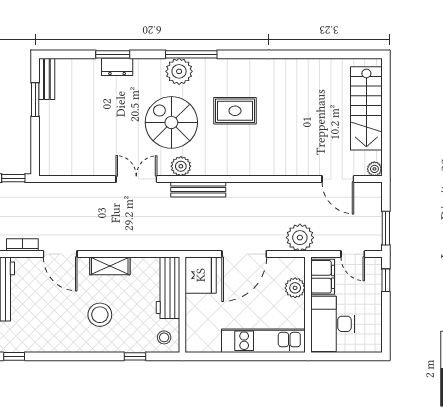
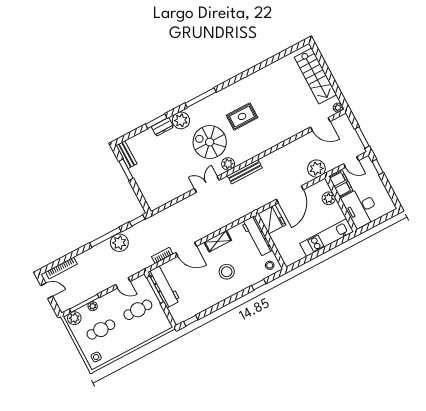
plant: (179, 71) -> (181, 120), moved

